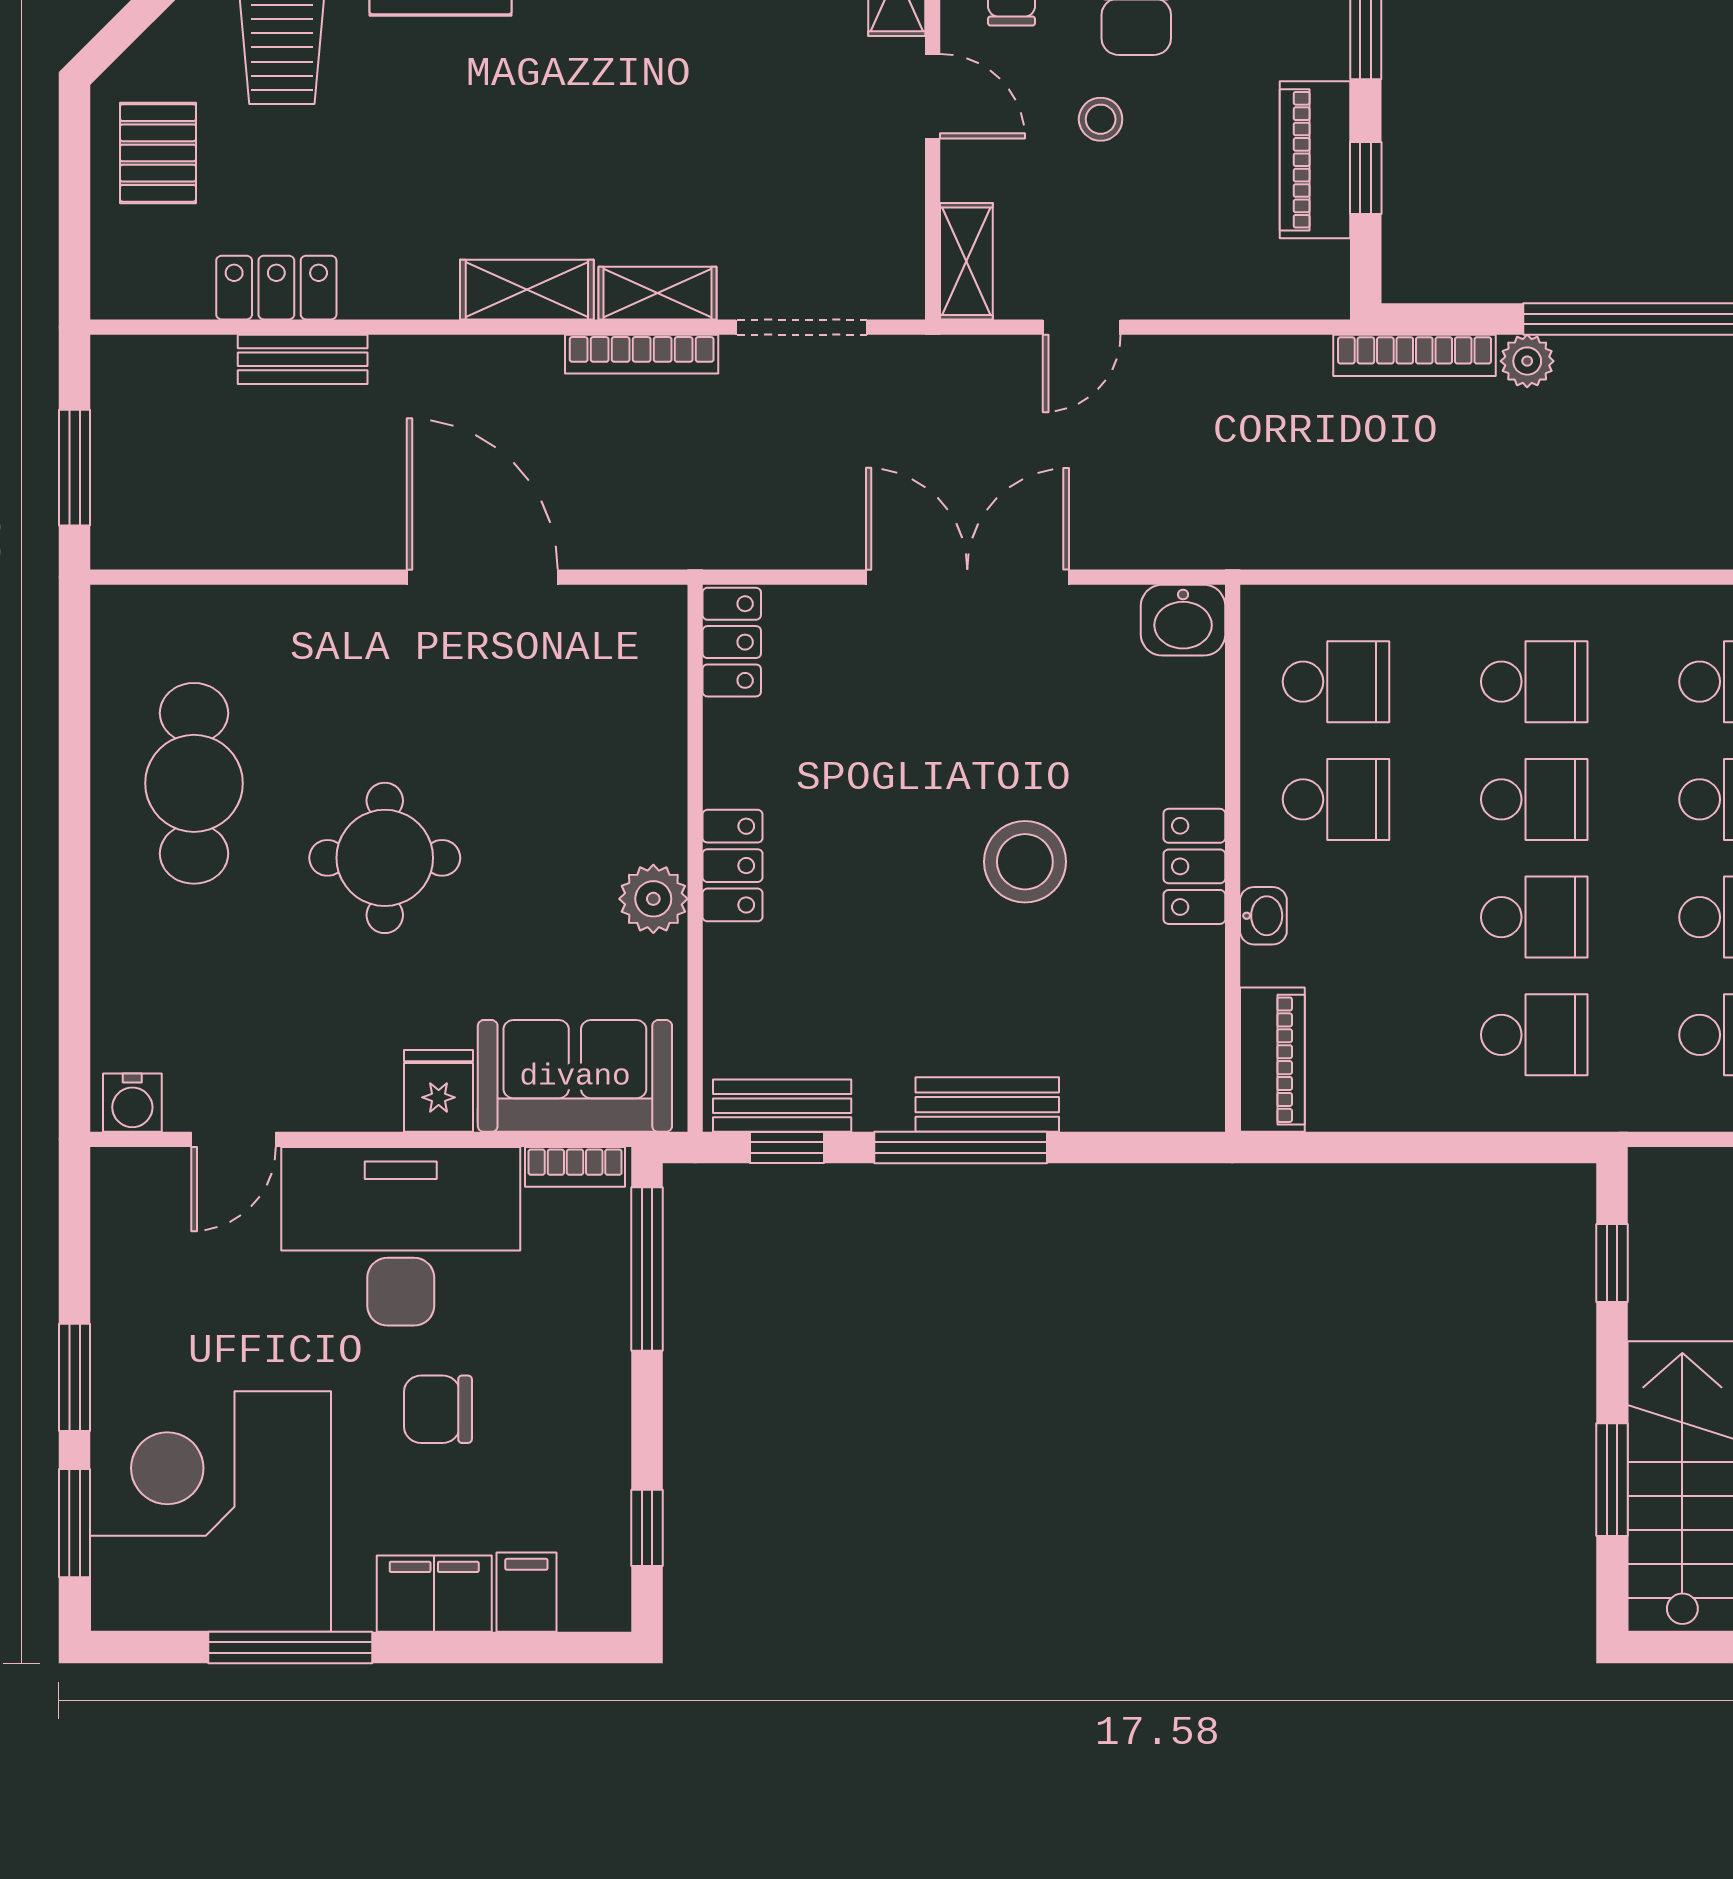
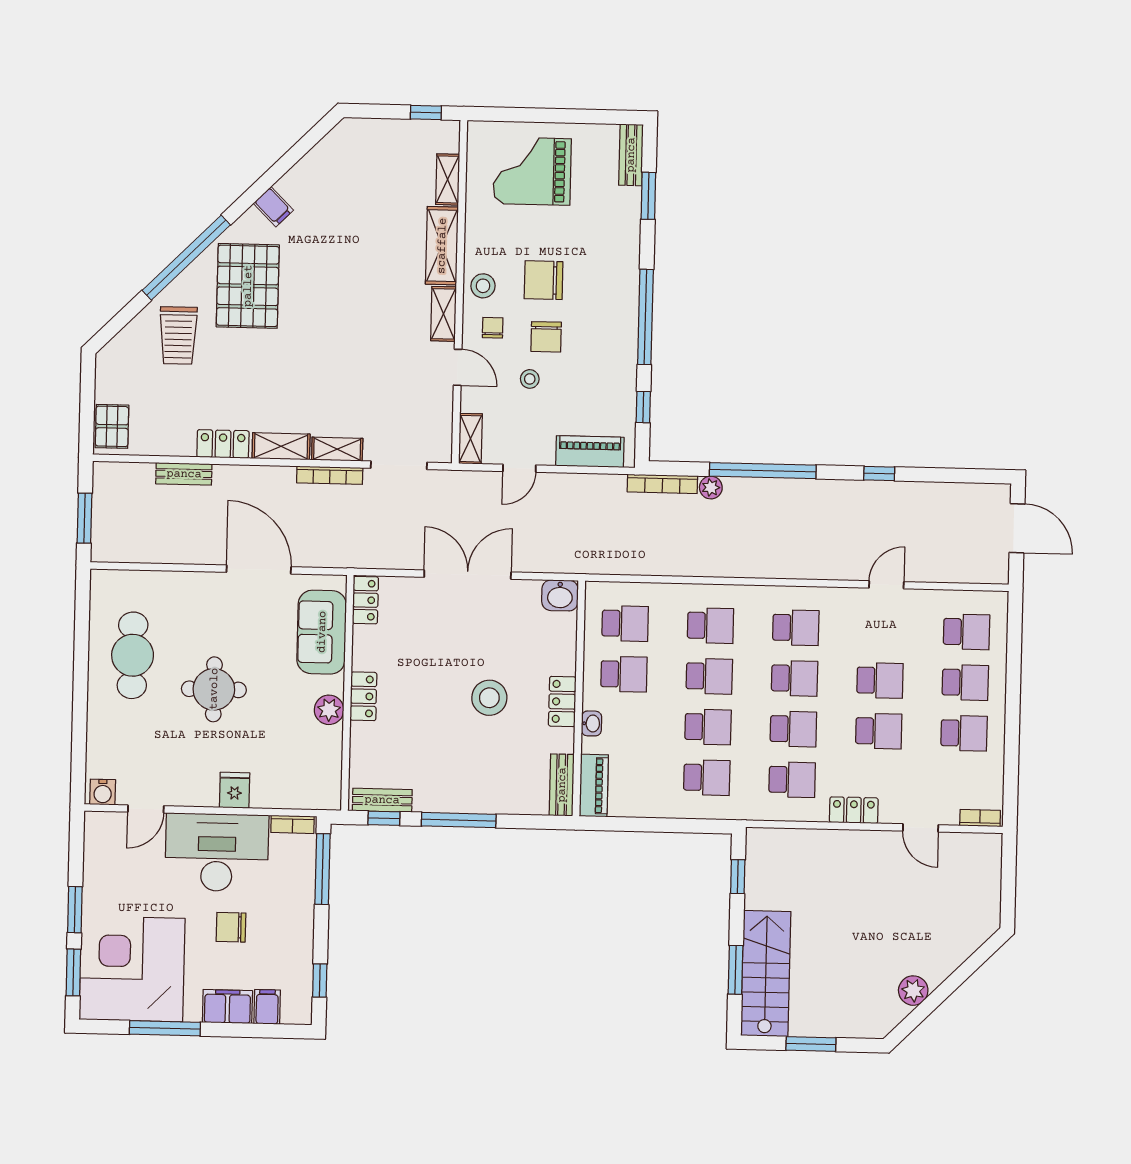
pallet: (158, 153) -> (112, 426), moved
piano: (1315, 160) -> (590, 452), moved, turned 90
locker: (276, 288) -> (223, 444), moved
sofa: (575, 1076) -> (322, 632), moved, turned -90
bench: (987, 1105) -> (562, 785), moved, turned 90

